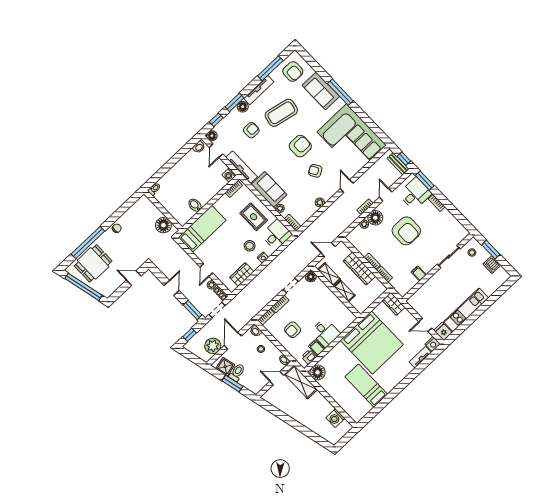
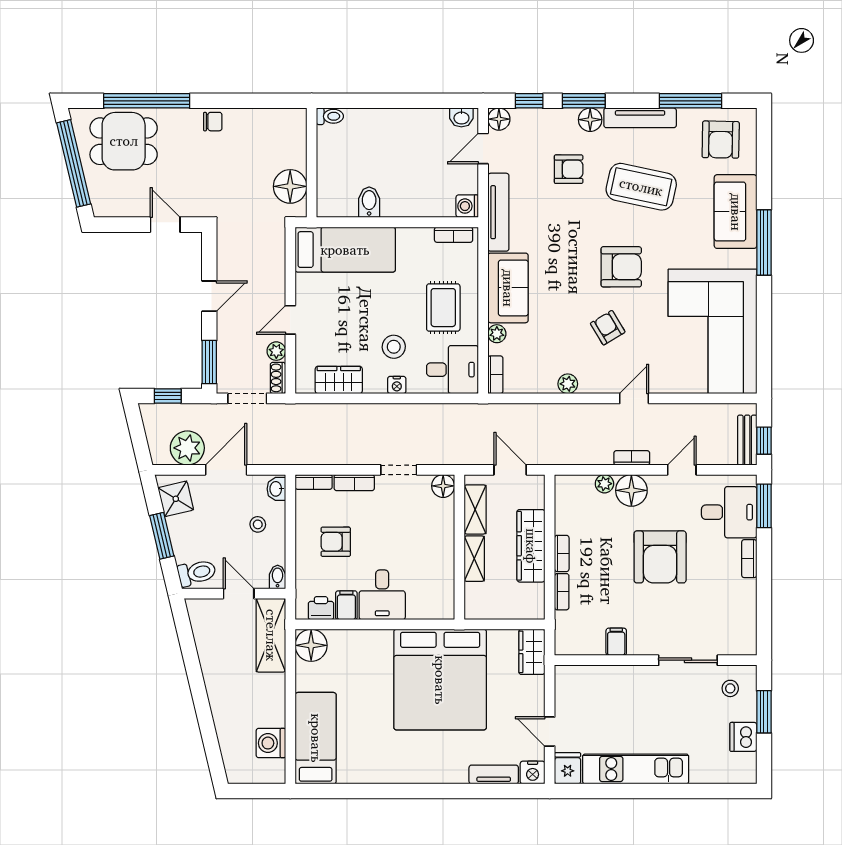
toilet: (237, 372) -> (197, 573), moved
bed: (366, 386) -> (316, 738), moved

